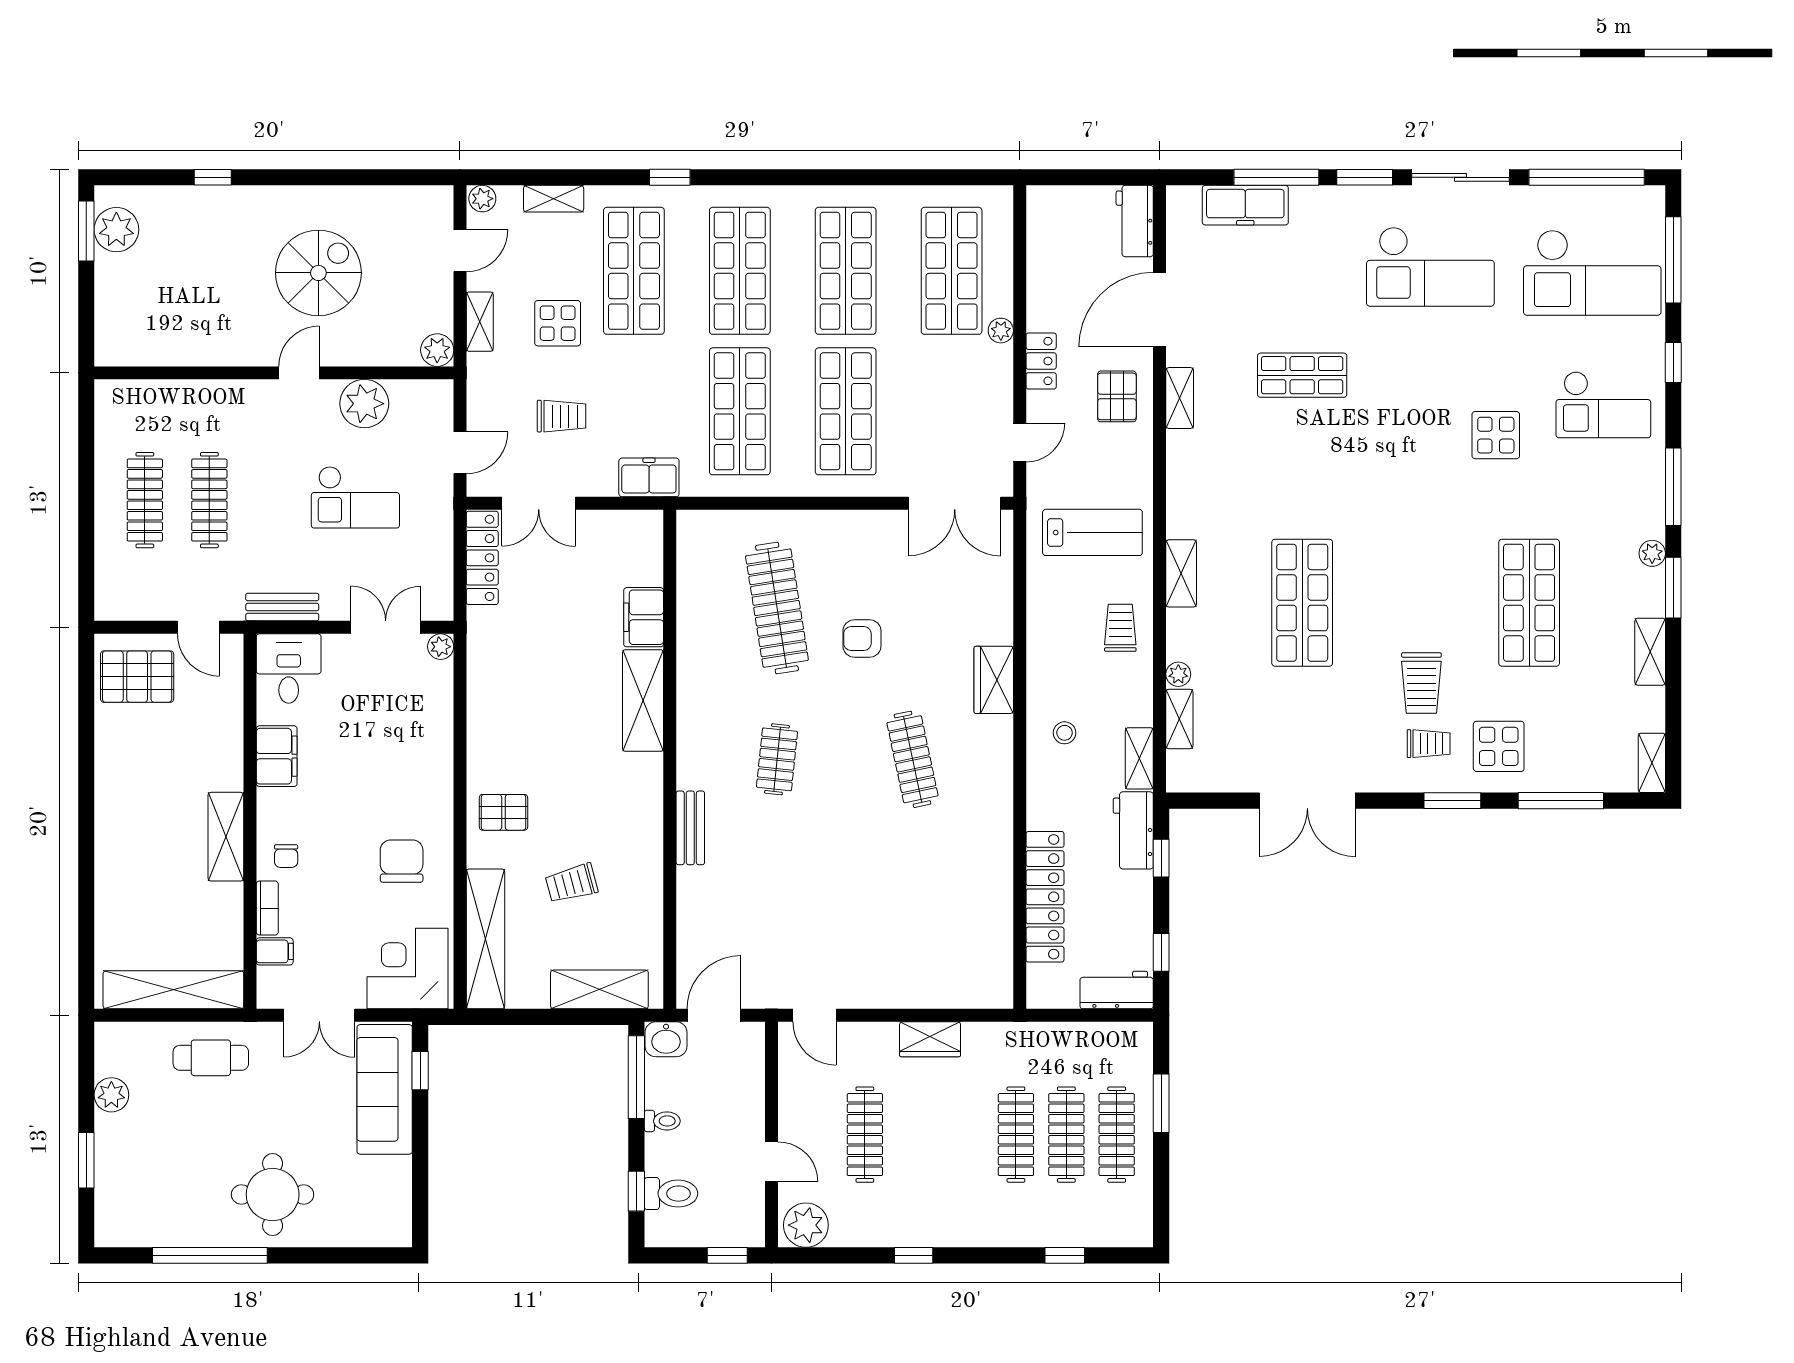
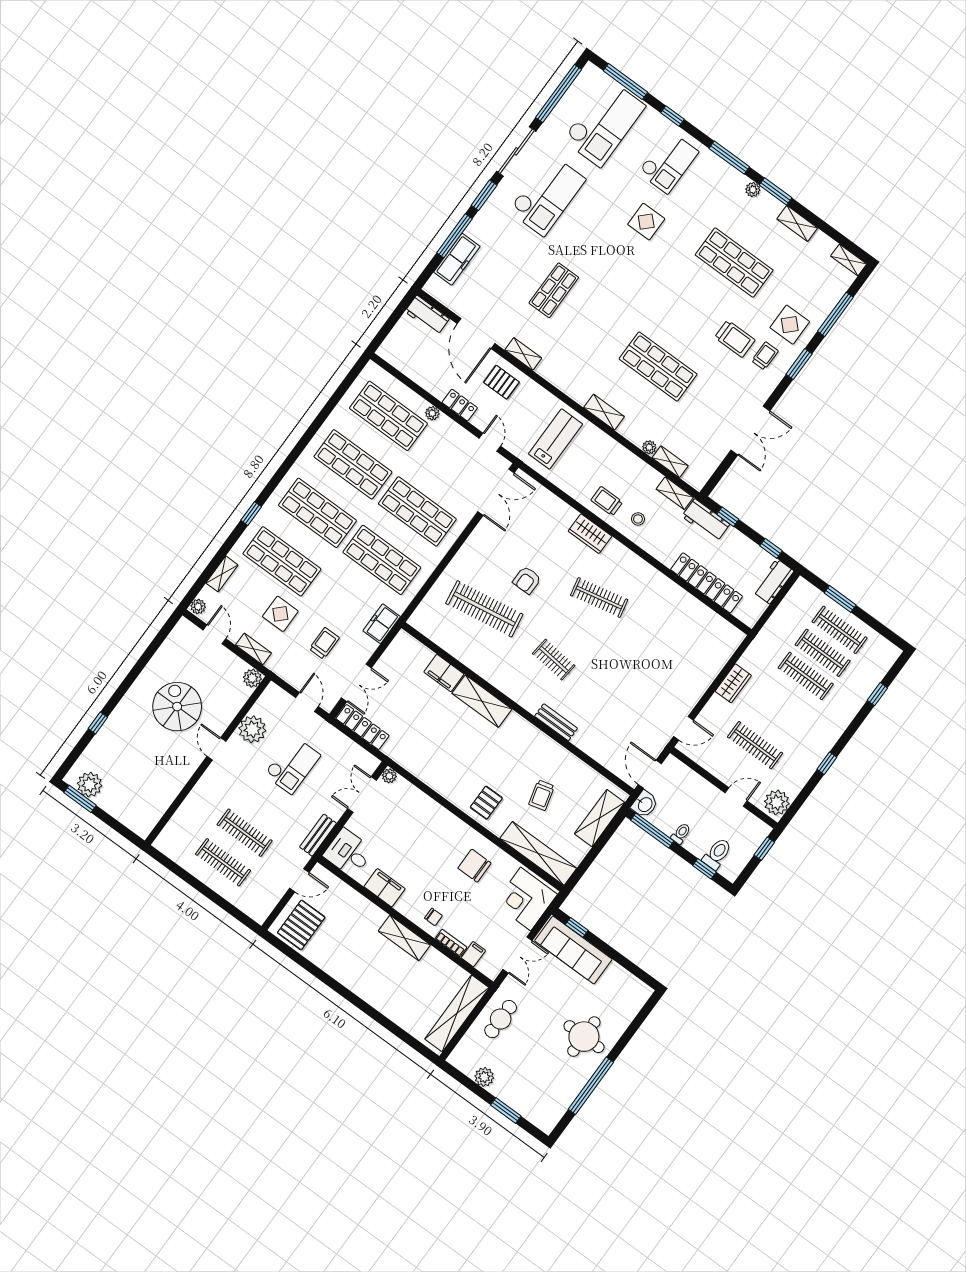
trolley: (1120, 628) -> (607, 501), moved

